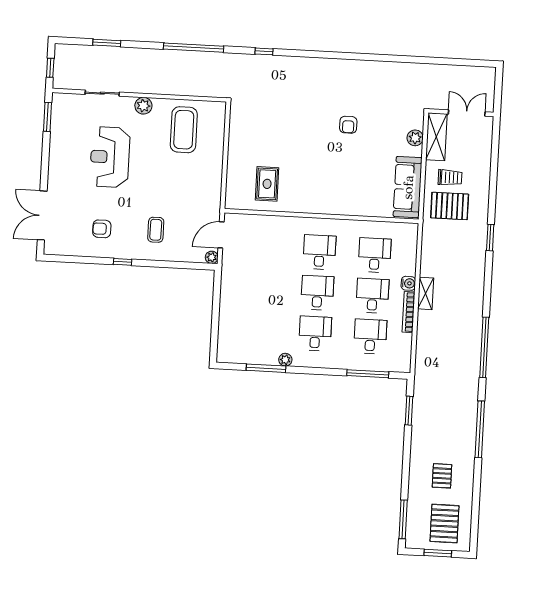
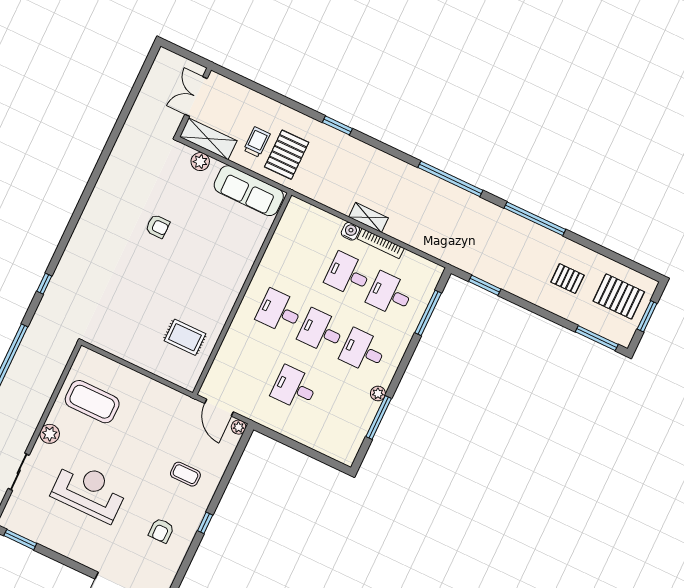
reception desk: (110, 157) -> (89, 491), turned 180
desk: (375, 255) -> (294, 388), moved

